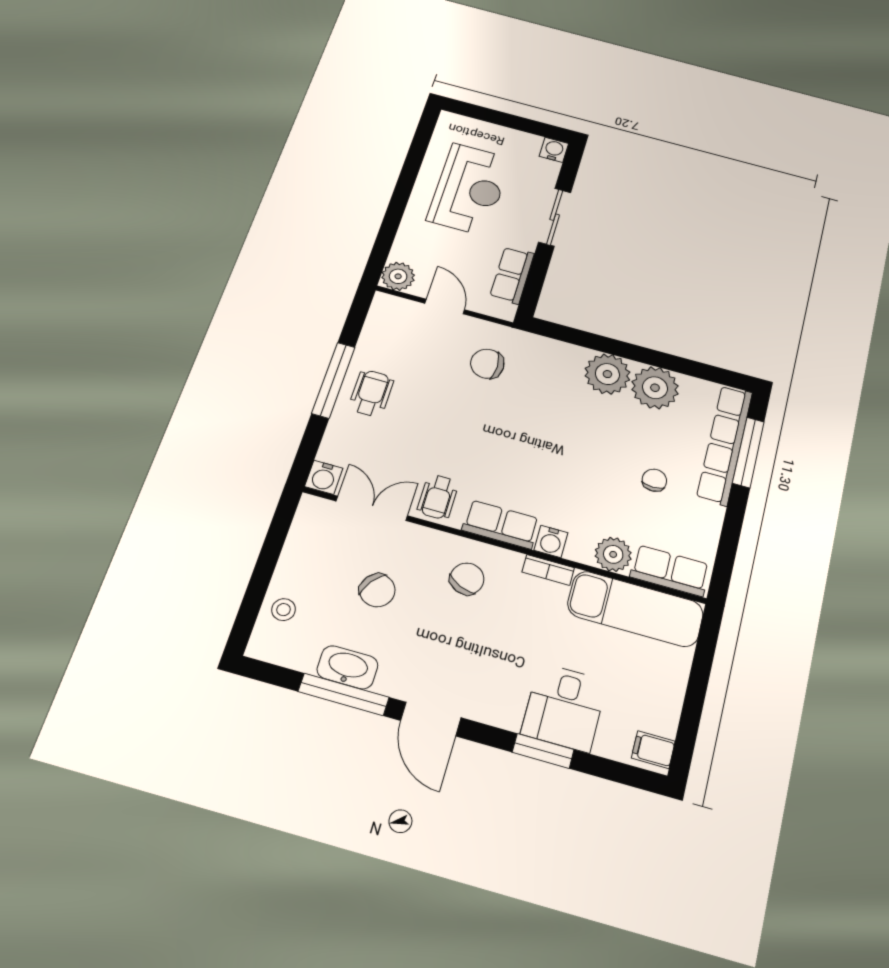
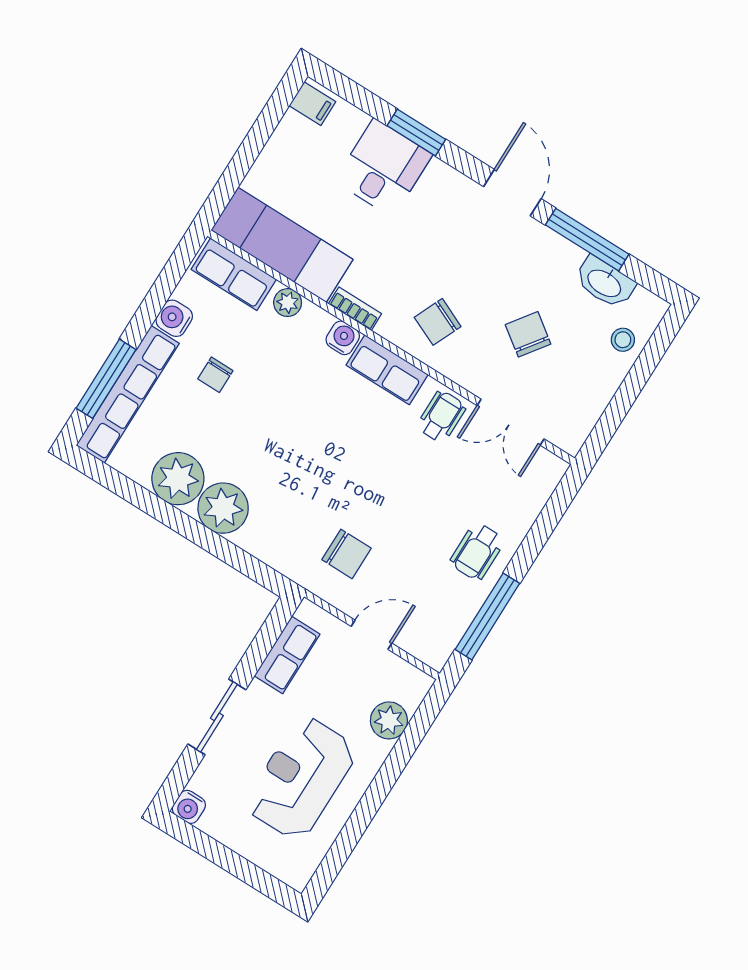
plant: (398, 276) -> (389, 720), moved
door: (445, 307) -> (371, 635), swing flipped
window: (333, 380) -> (487, 616), moved
water cooler: (324, 477) -> (174, 318), moved, turned -90
plant: (613, 554) -> (288, 303), width x0.73, depth x0.73
washbasin: (347, 667) -> (605, 283), moved

